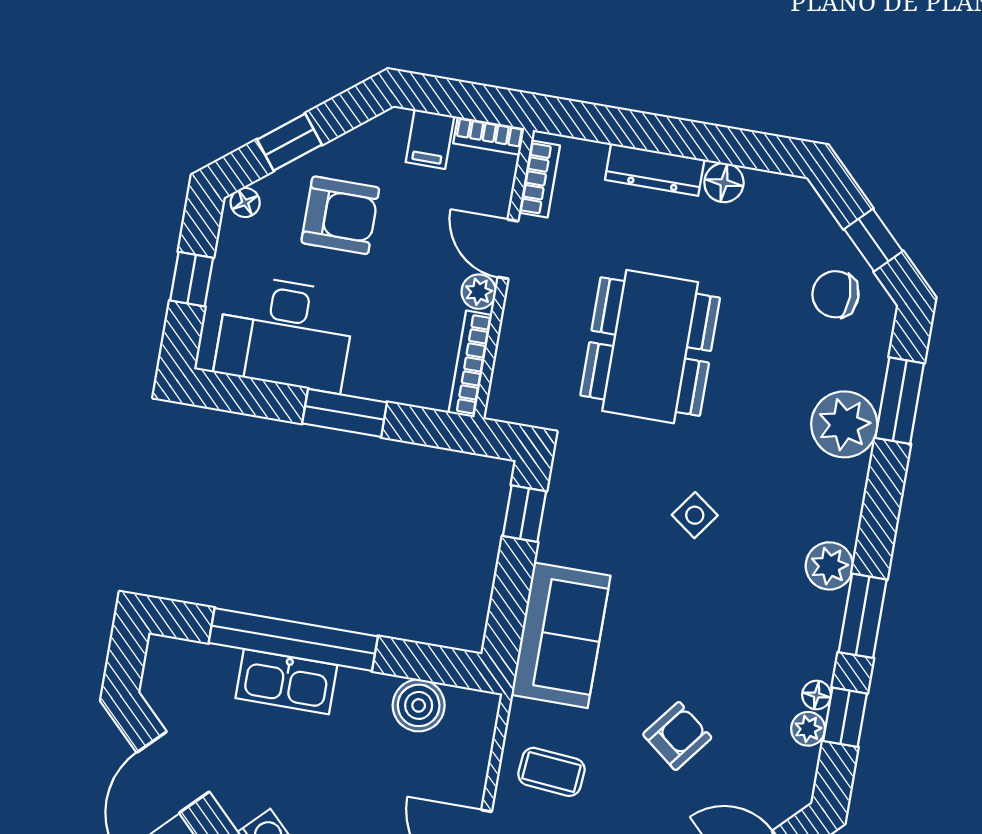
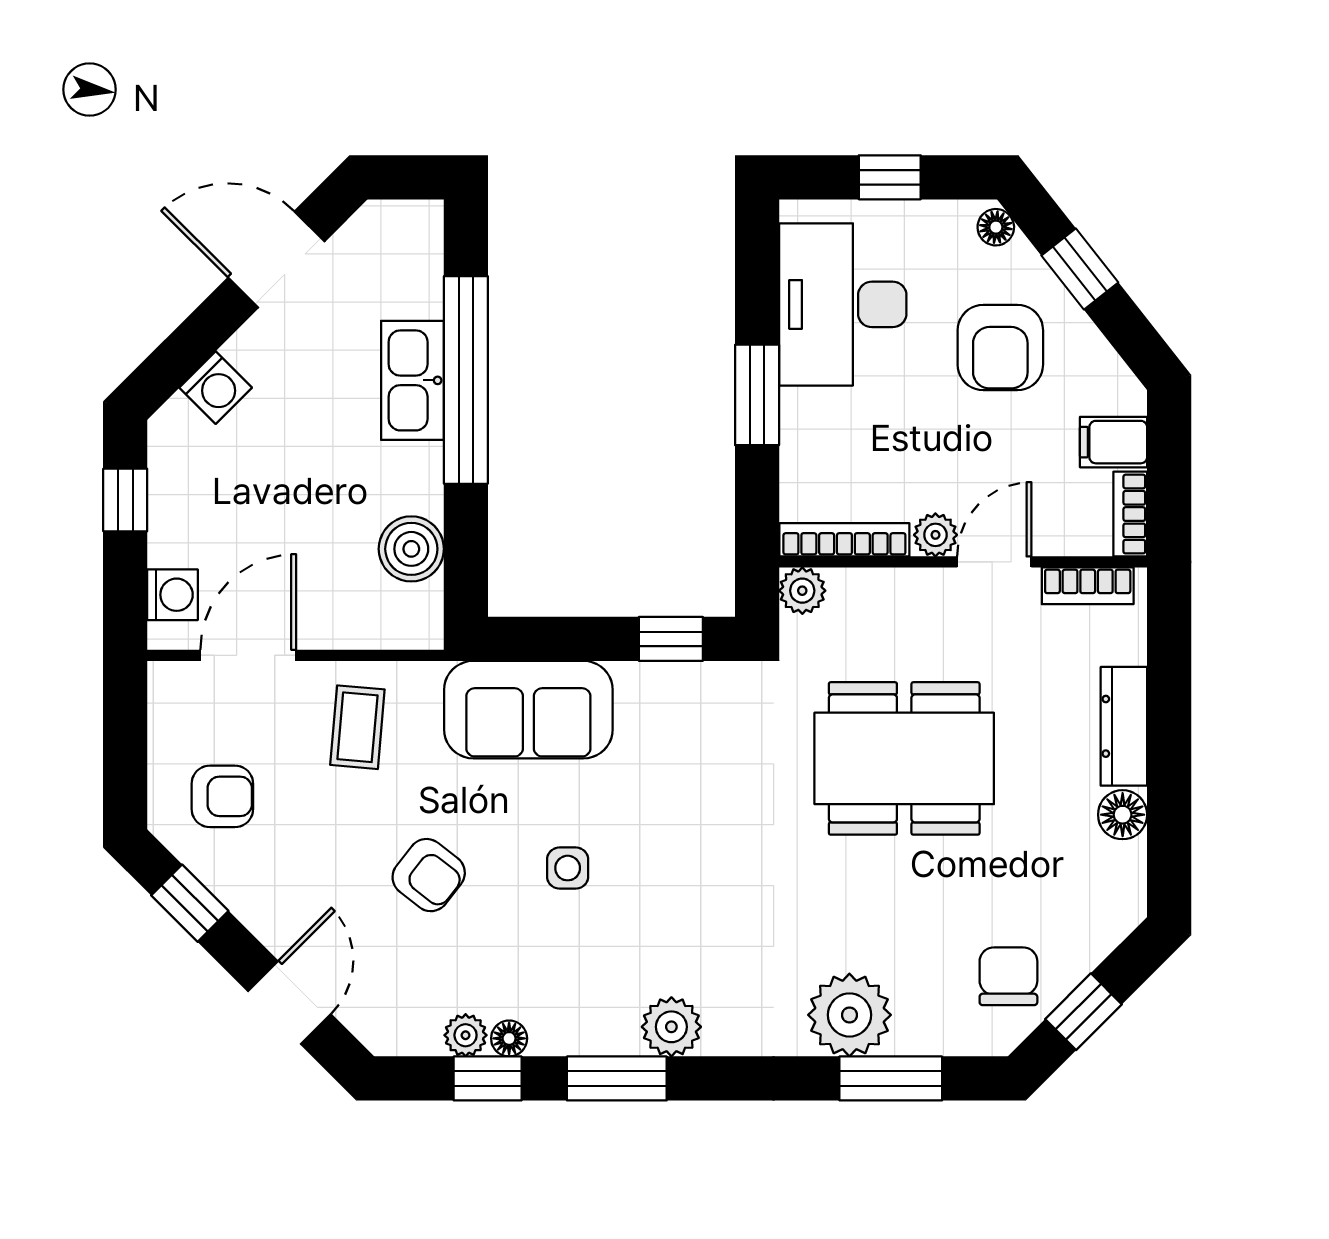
plant: (504, 404) -> (802, 591), added
side table: (695, 515) -> (568, 868), moved, turned -36

